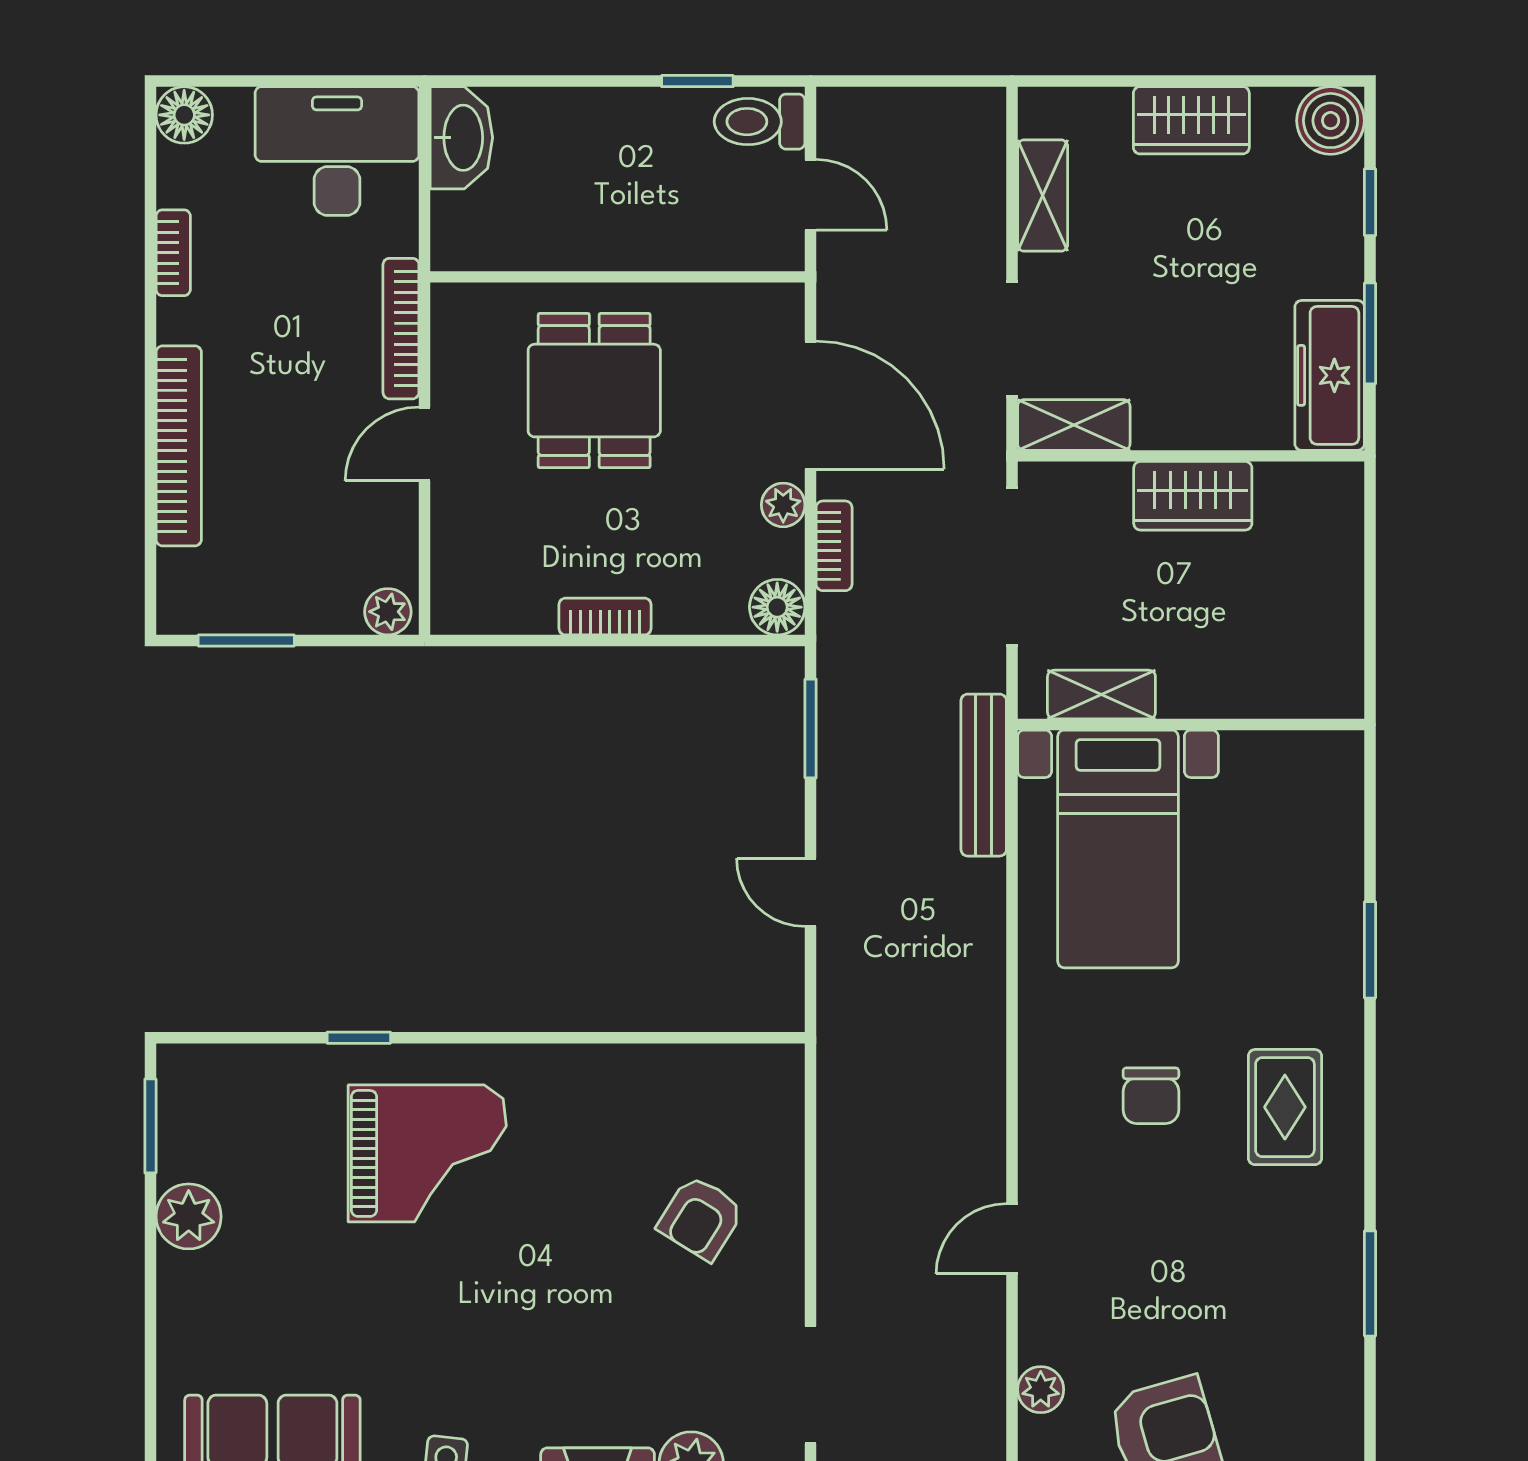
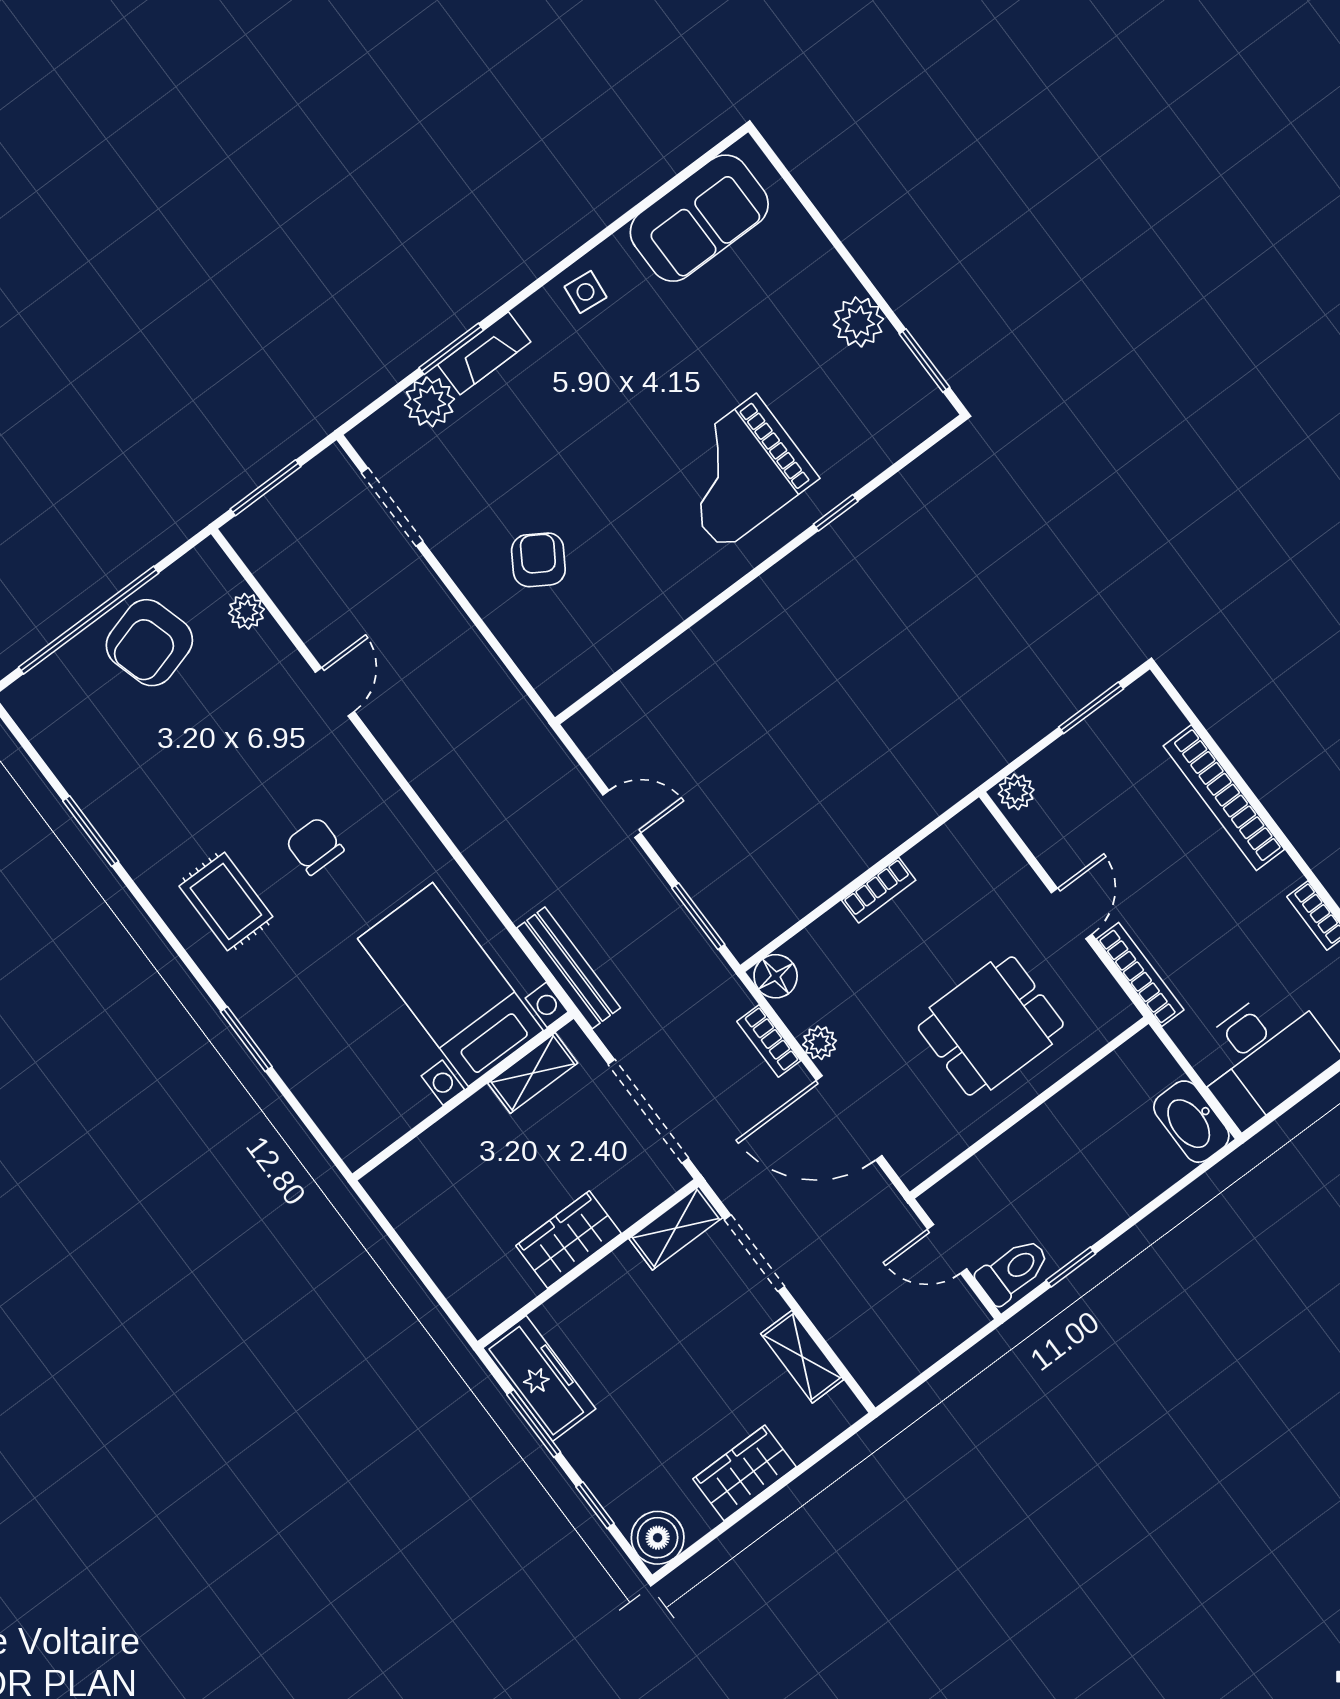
dining table: (594, 391) -> (991, 1026), turned 90

